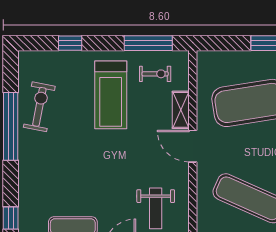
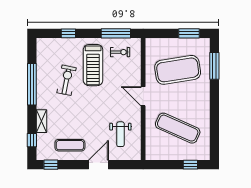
exercise bike: (39, 107) -> (67, 80), moved
shelving: (181, 110) -> (42, 121), moved

